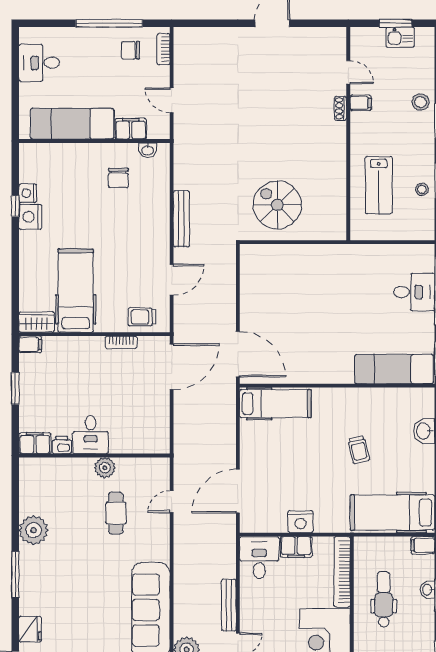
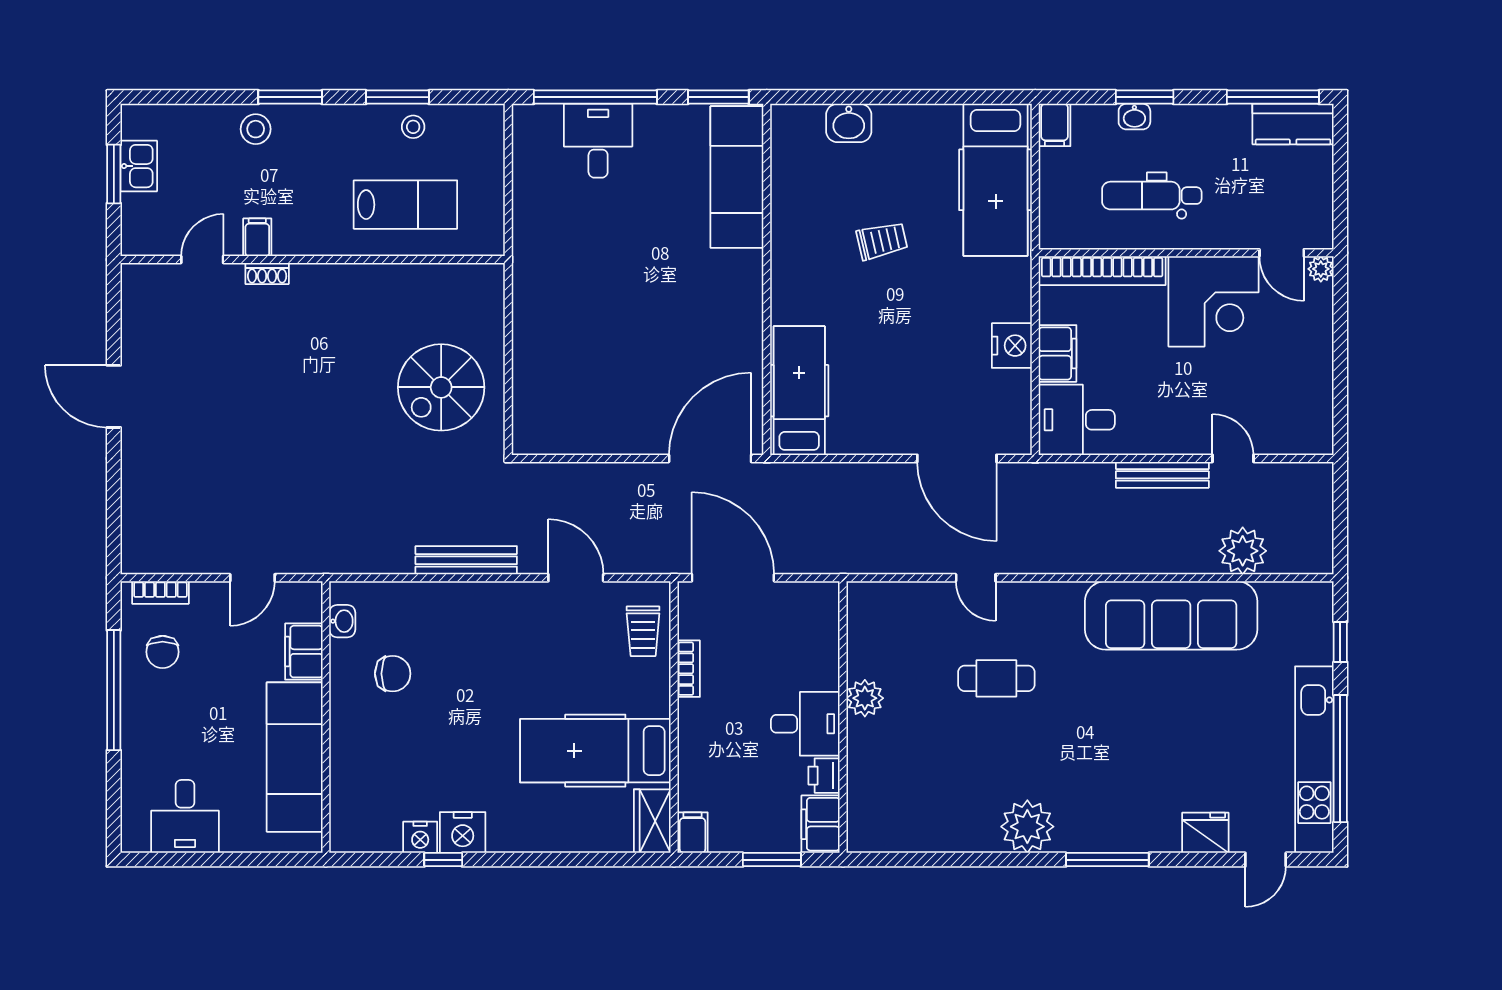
desk: (91, 435) -> (805, 724), moved
filing cabinet: (35, 443) -> (821, 824), moved
printer: (62, 445) -> (824, 776), moved
wall: (94, 456) -> (843, 717), moved
plant: (105, 468) -> (865, 698), moved

